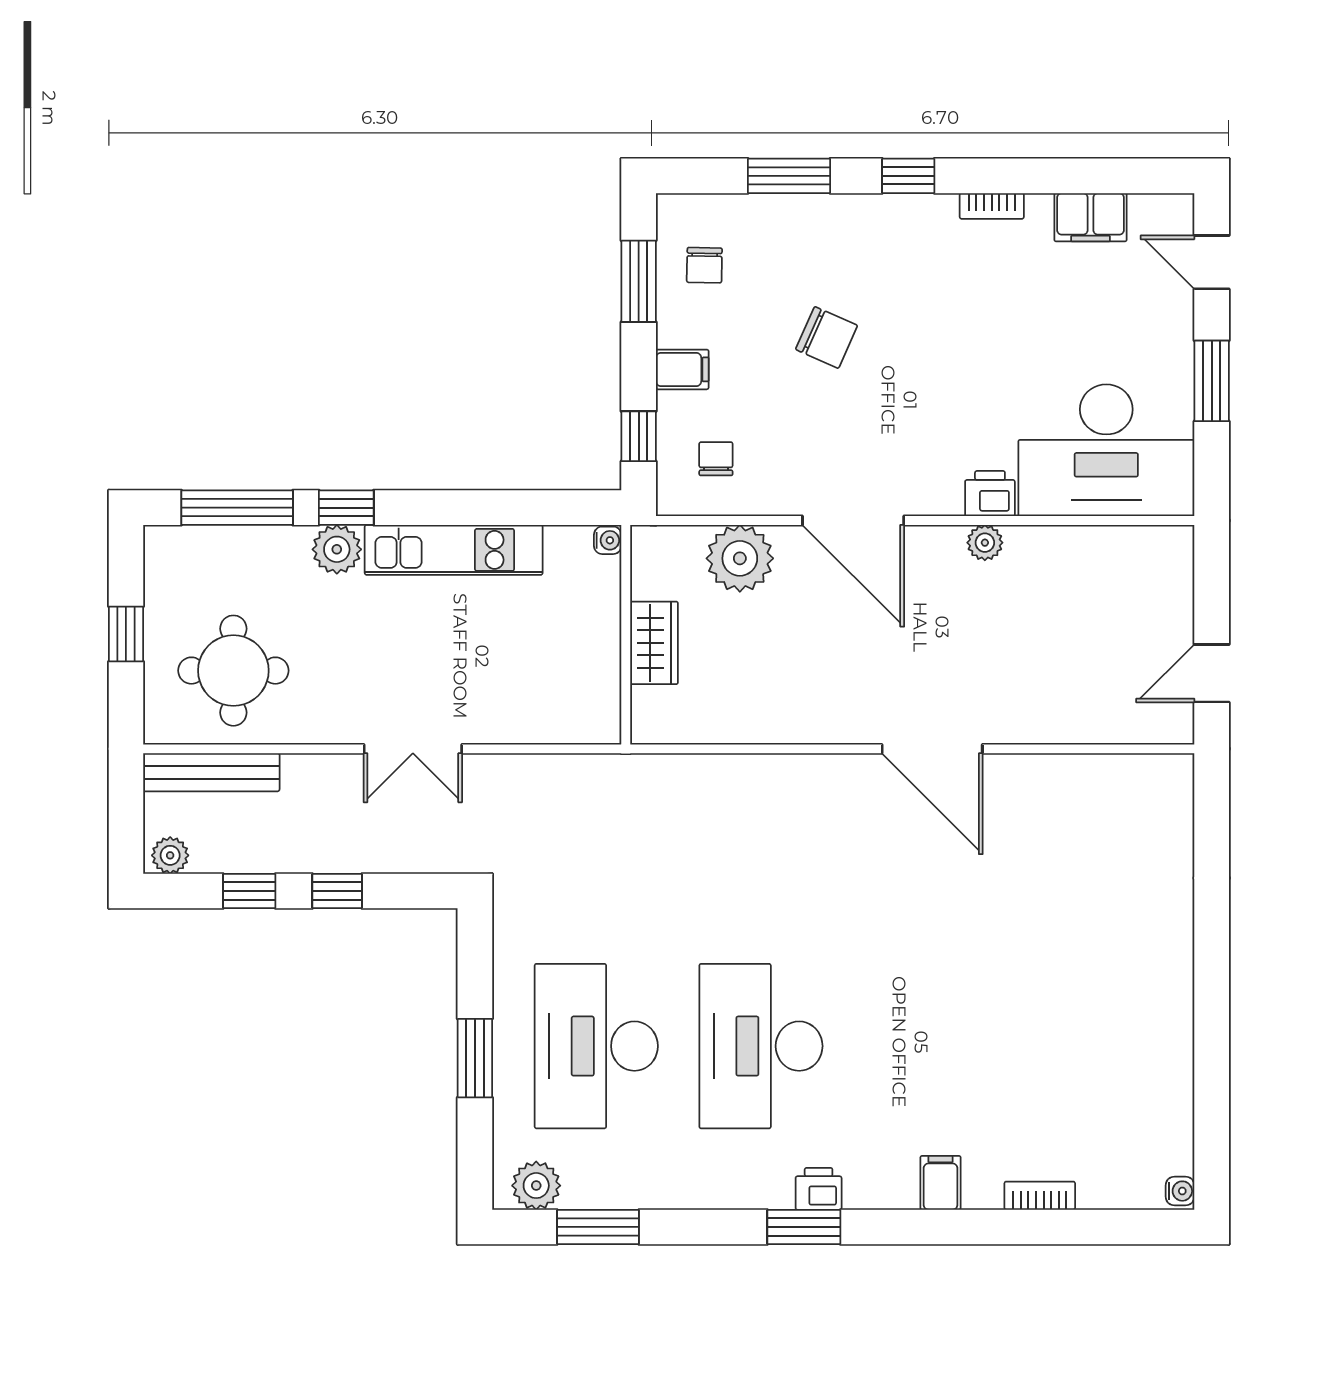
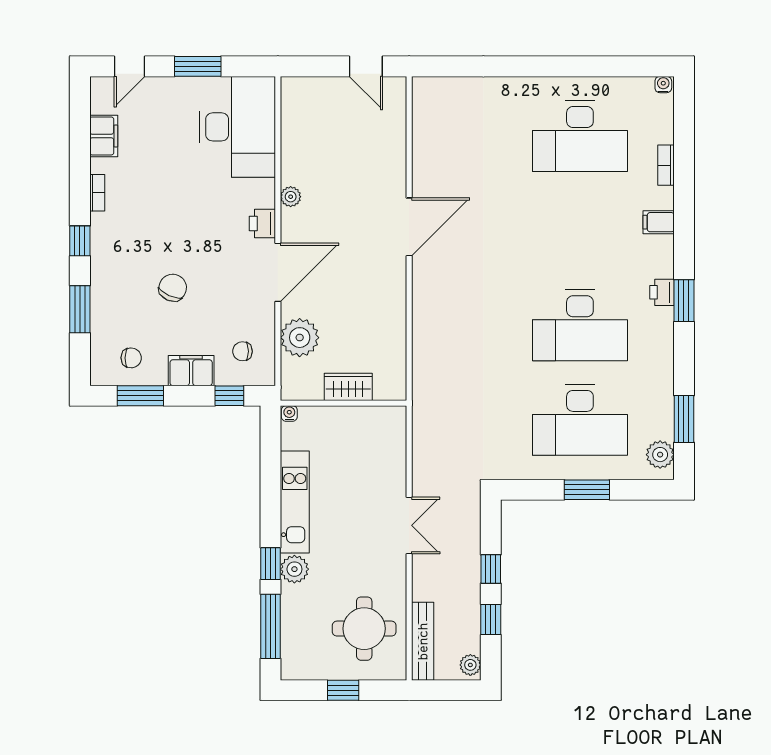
filing cabinet: (682, 369) -> (191, 371), width x2.00
printer: (990, 494) -> (262, 224), moved
desk: (1090, 1046) -> (580, 136), added

